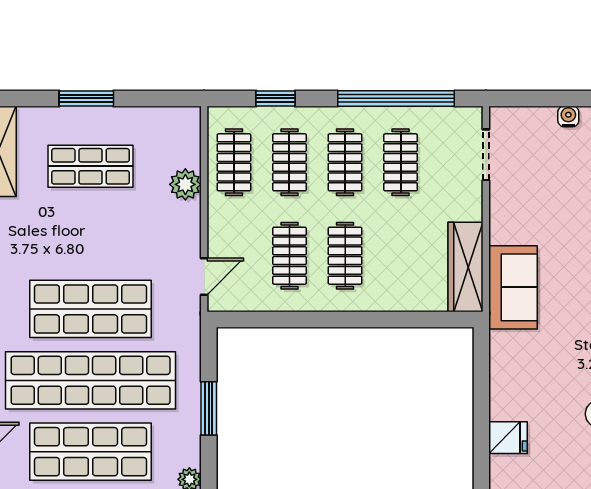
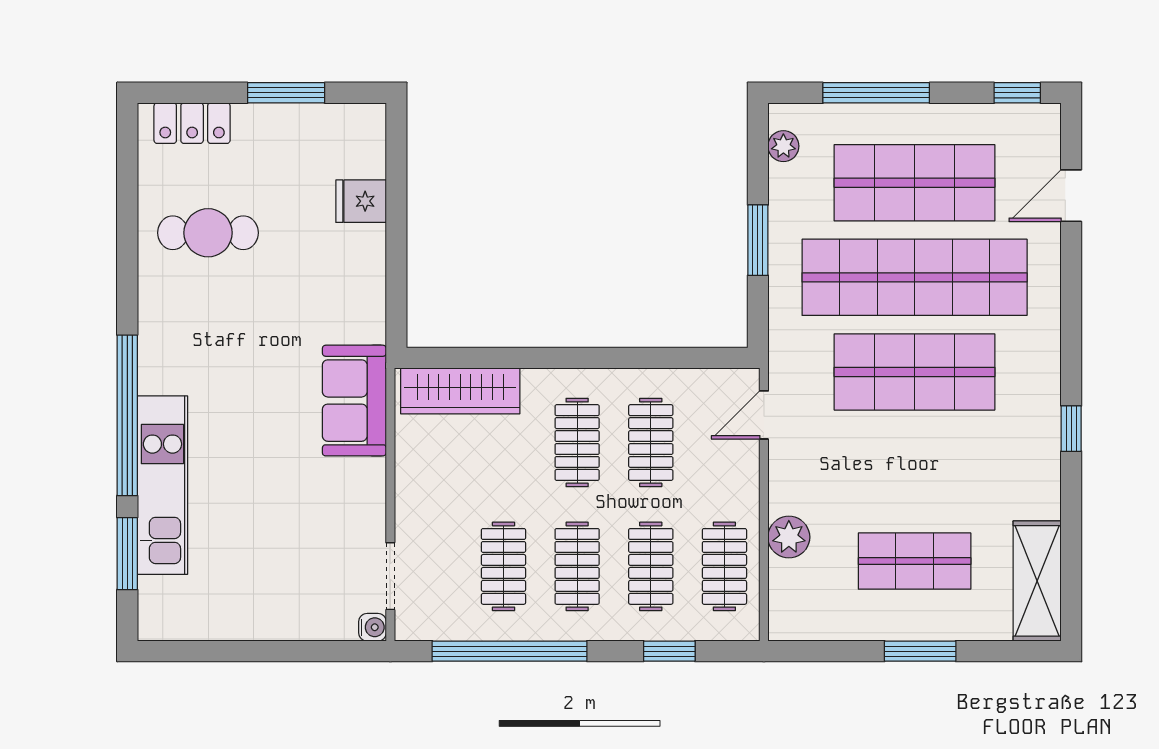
water cooler: (568, 116) -> (373, 627), moved, turned -90
wardrobe: (465, 267) -> (460, 391), moved, turned 90

